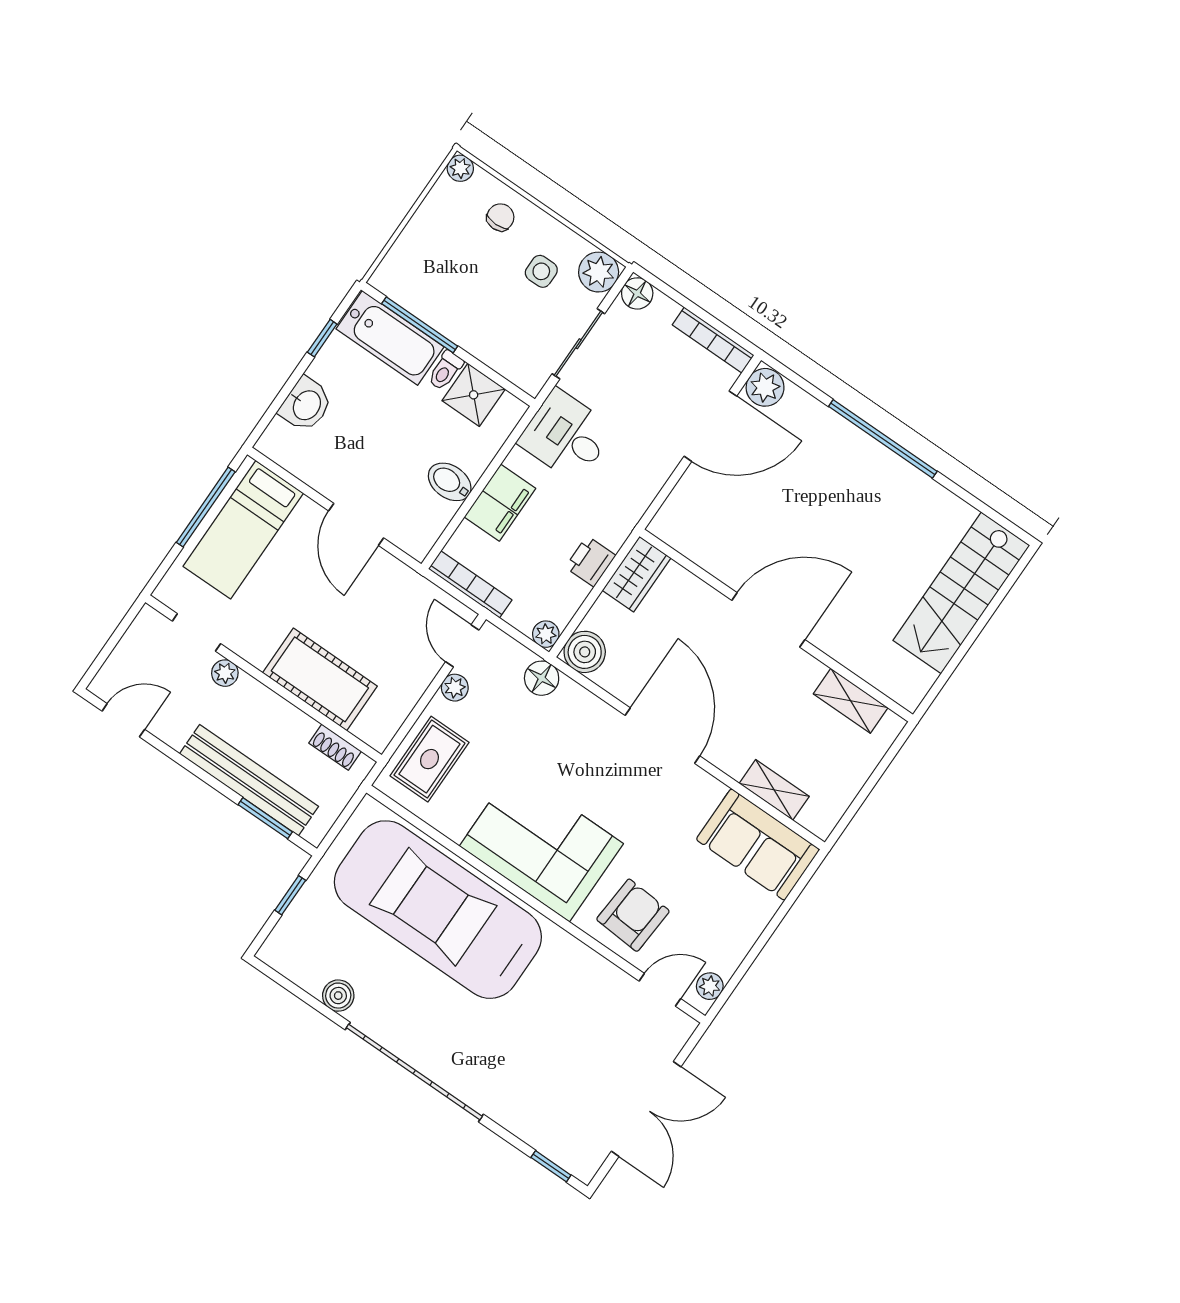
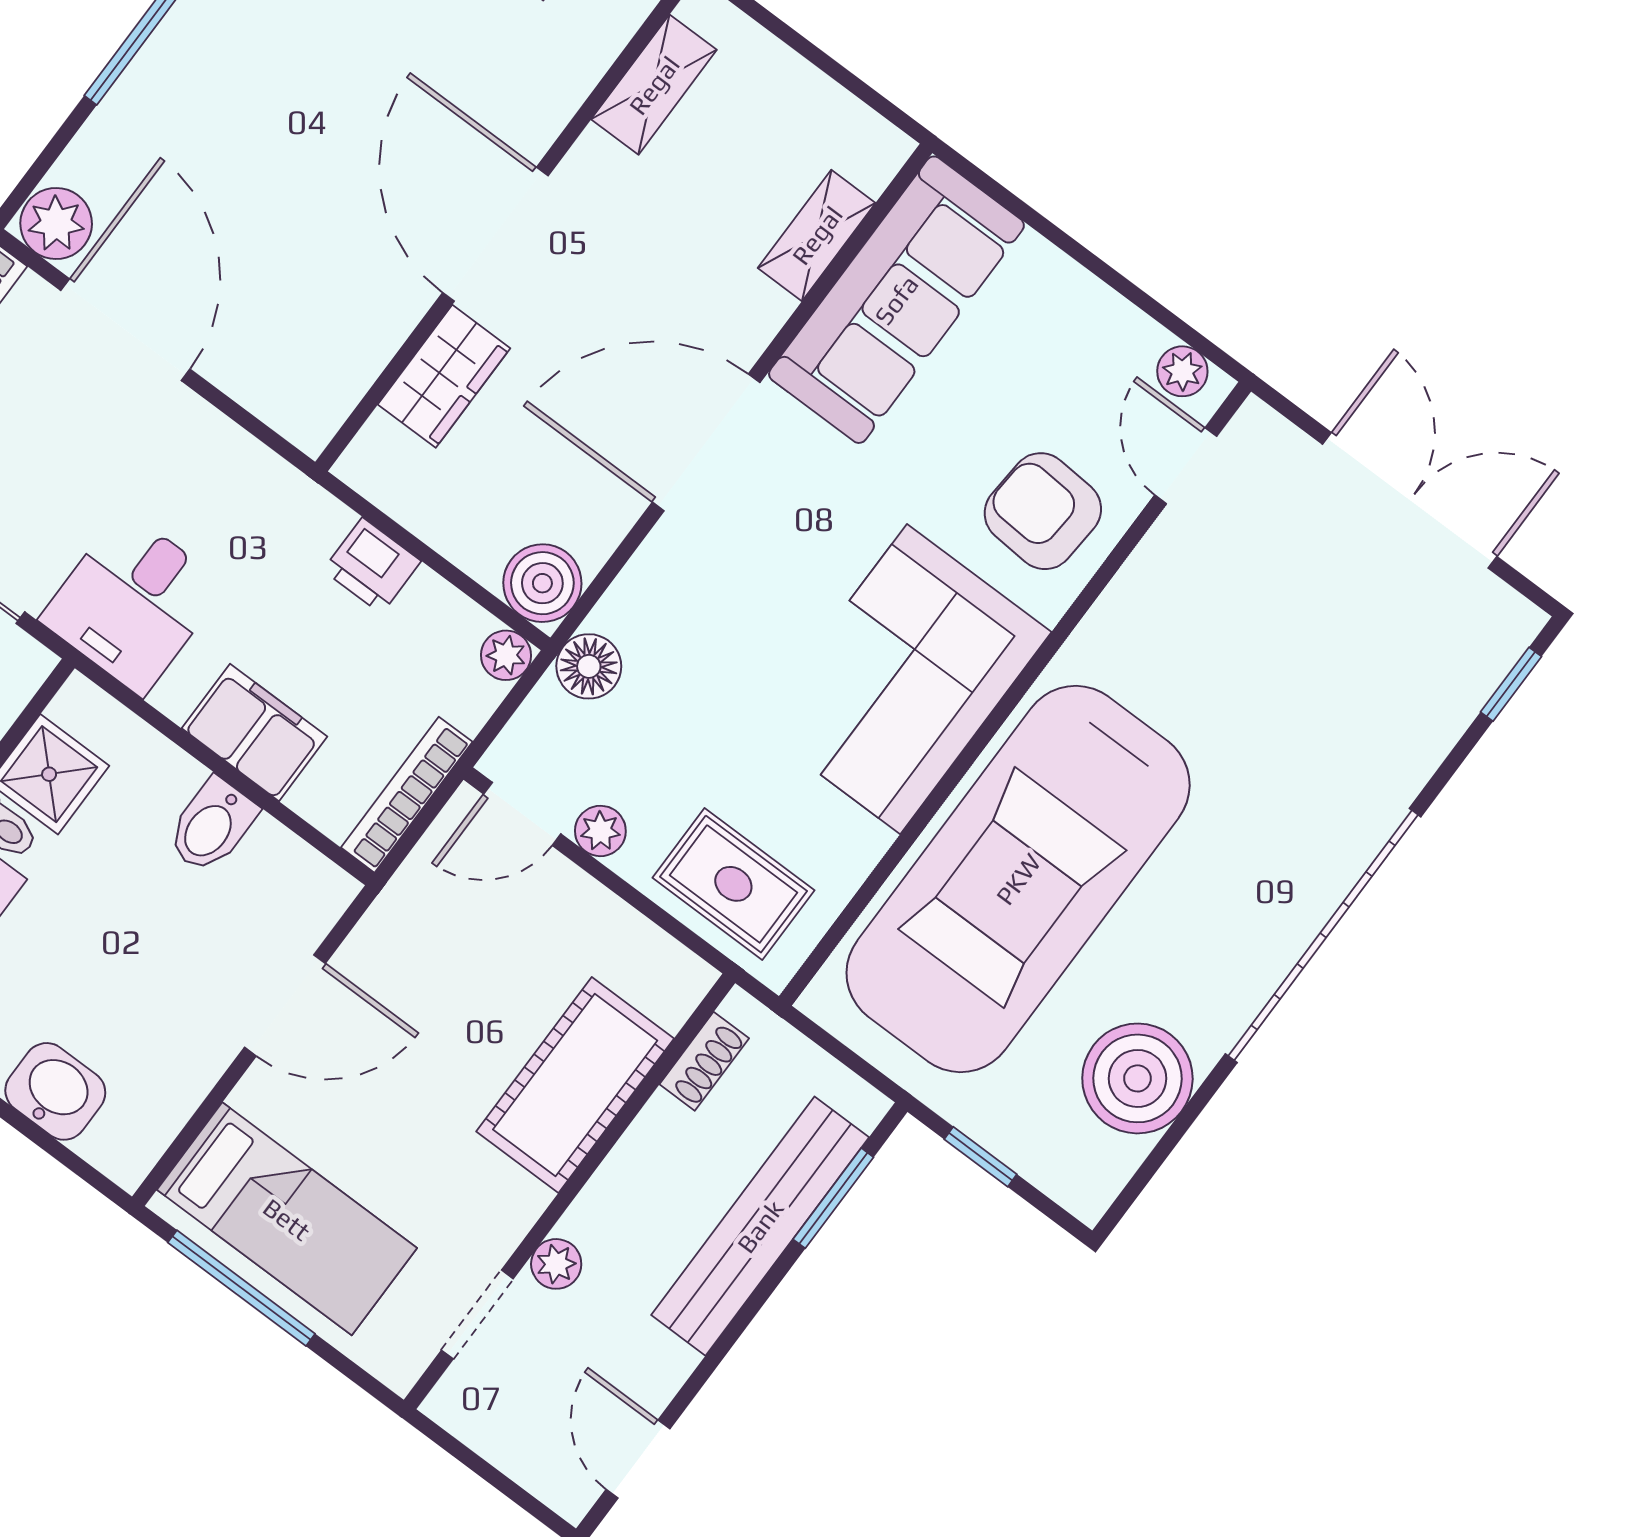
wardrobe: (637, 574) -> (444, 376), moved, turned 90
sofa: (758, 845) -> (896, 300), width x1.36
boiler: (338, 996) -> (1137, 1078), width x1.86, depth x1.86

